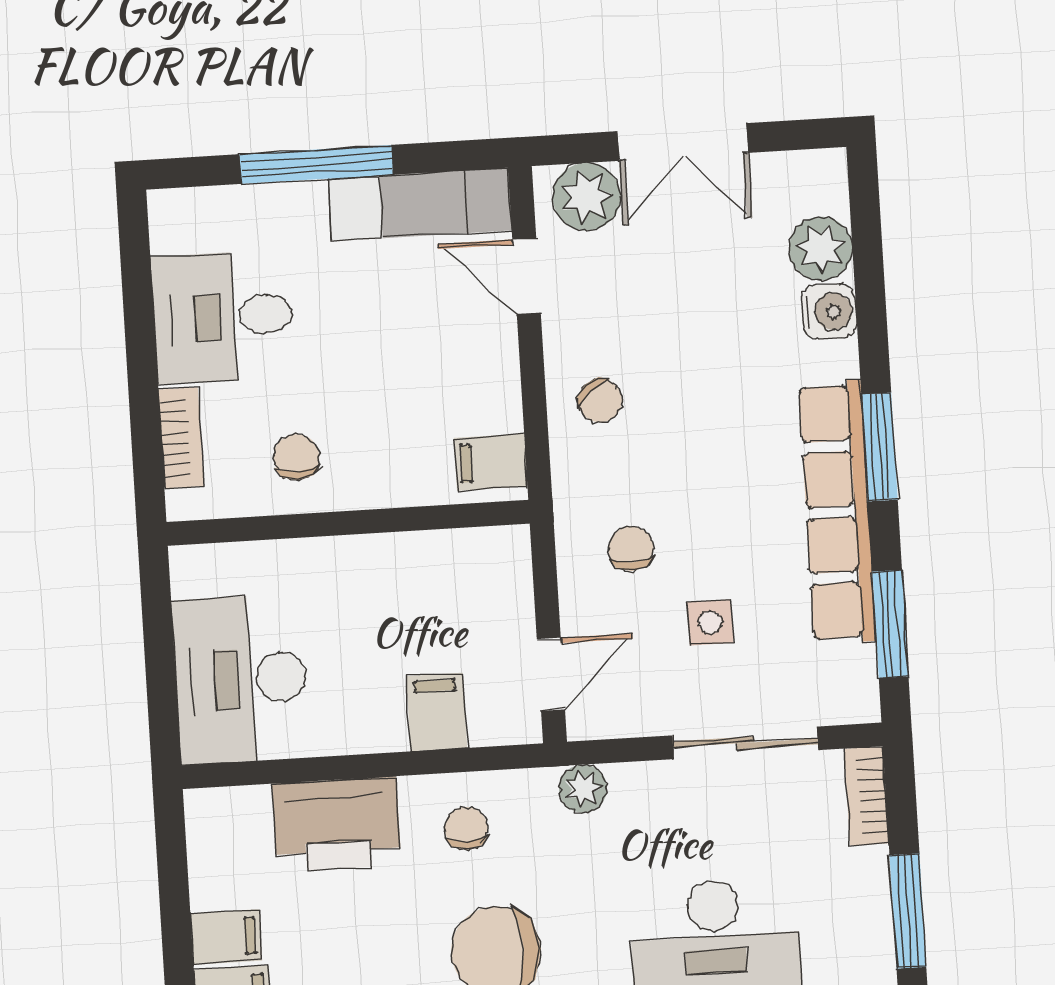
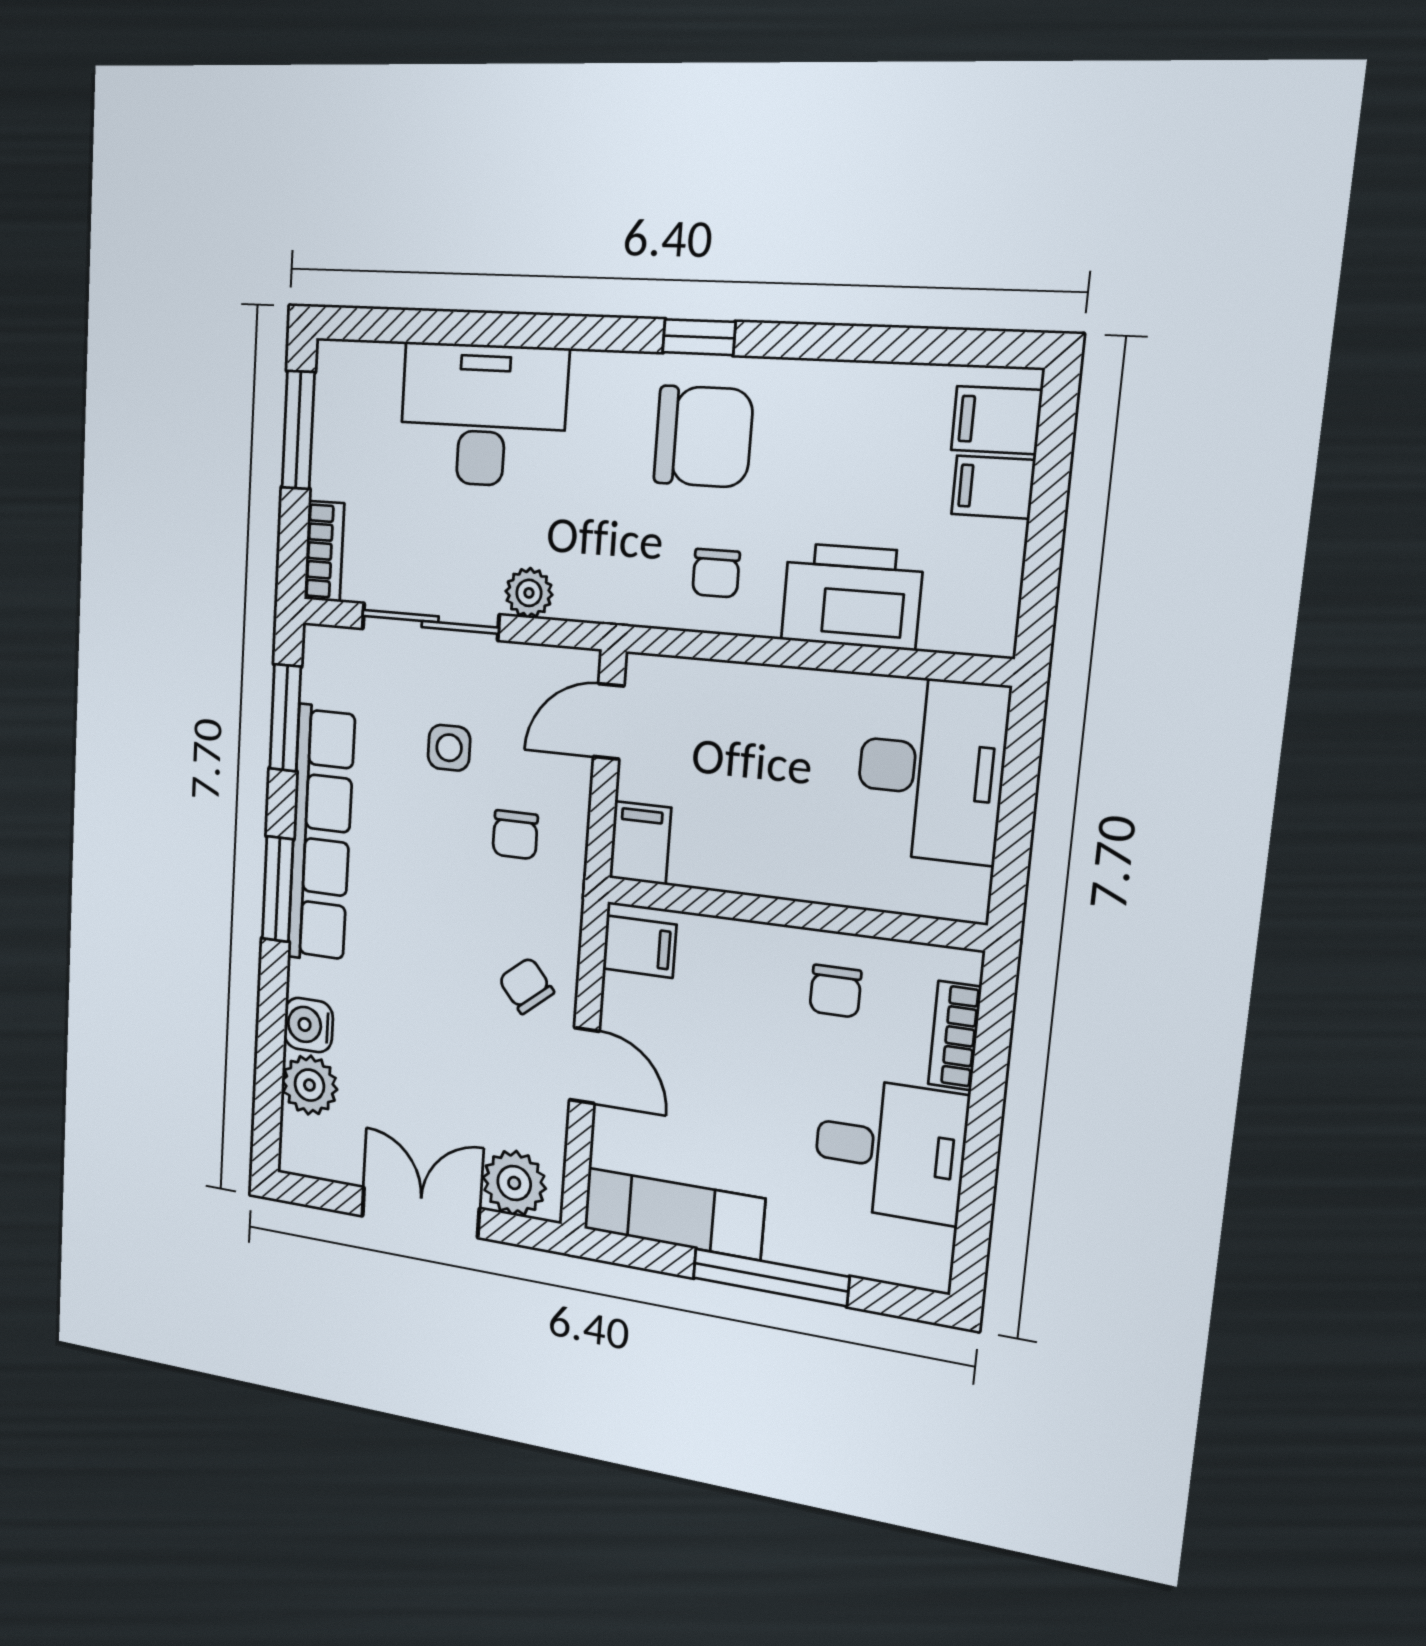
door: (527, 276) -> (584, 1066), moved
filing cabinet: (437, 712) -> (640, 843), moved, turned 180
plant: (583, 789) -> (529, 593), moved

